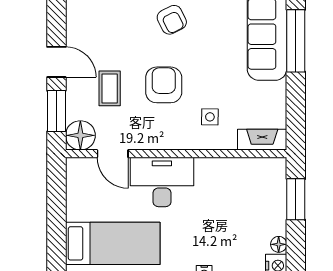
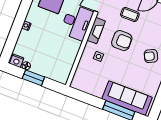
fireplace: (262, 140) -> (96, 31), moved
window: (296, 199) -> (33, 78), moved

